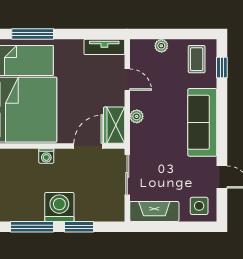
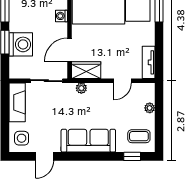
plant: (137, 116) -> (81, 88), moved
door: (88, 146) -> (69, 50), swing flipped
washing machine: (59, 207) -> (21, 44), moved

